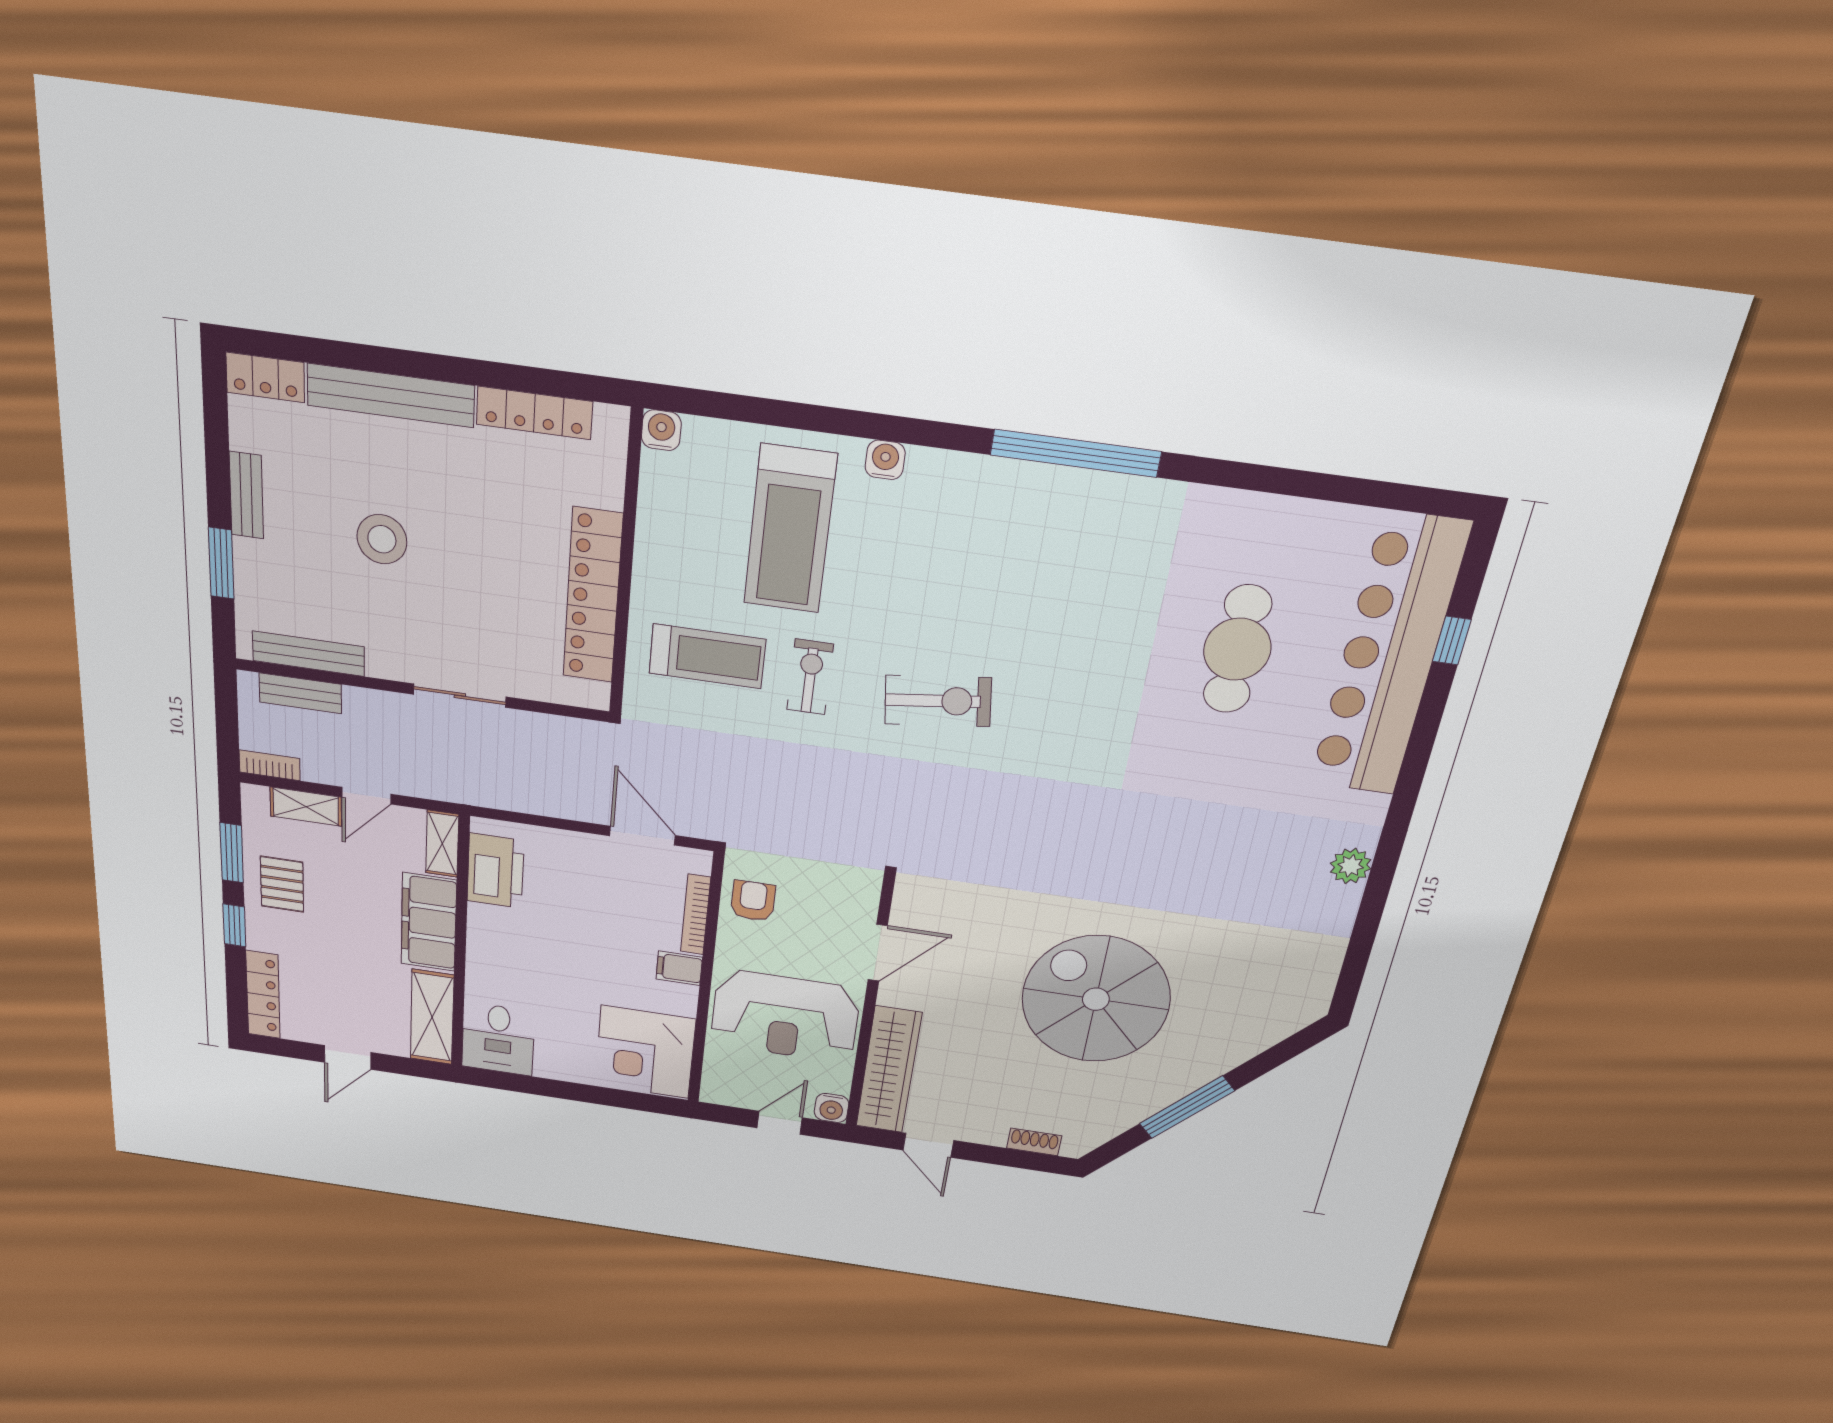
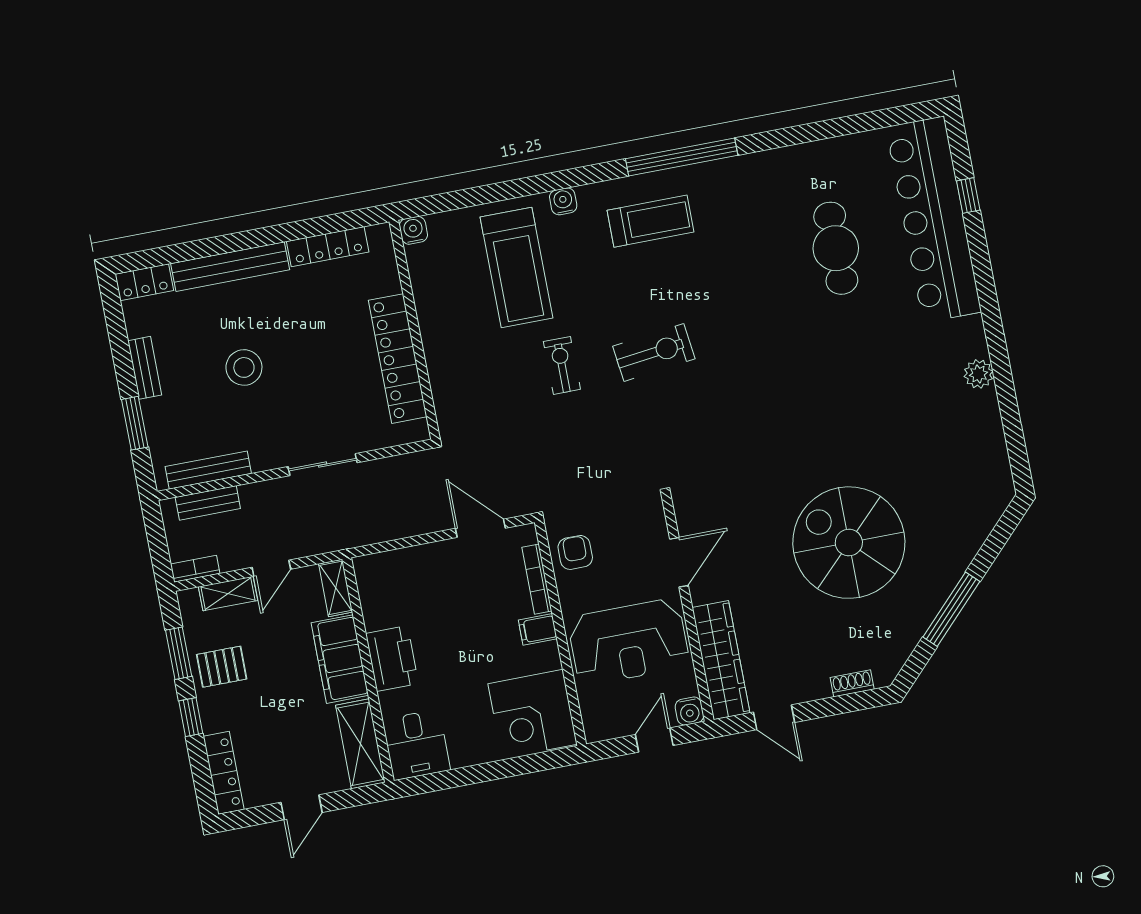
treadmill: (707, 656) -> (651, 221), moved
printer: (495, 871) -> (392, 659), moved
pallet: (282, 884) -> (222, 667), turned 90

